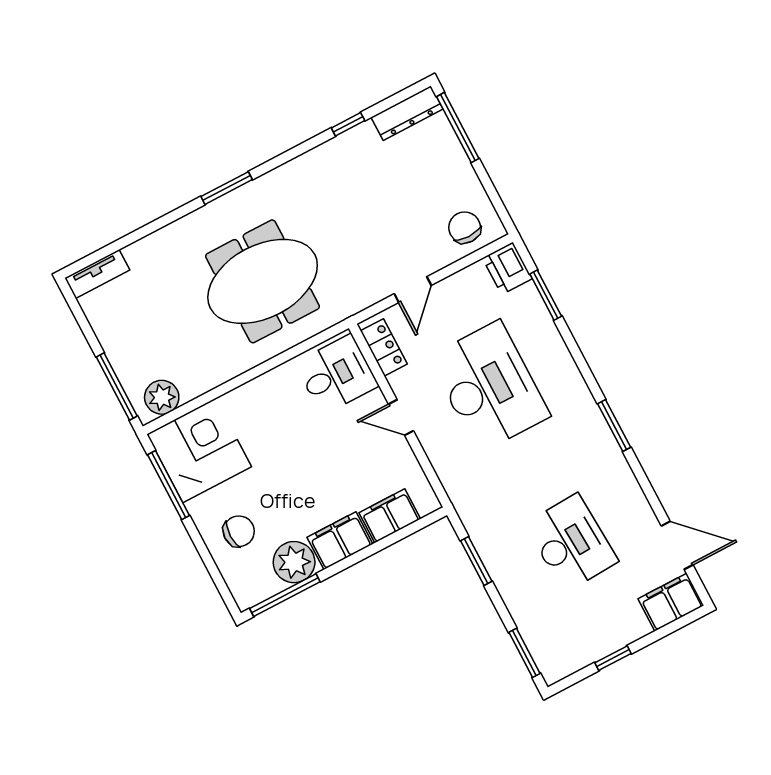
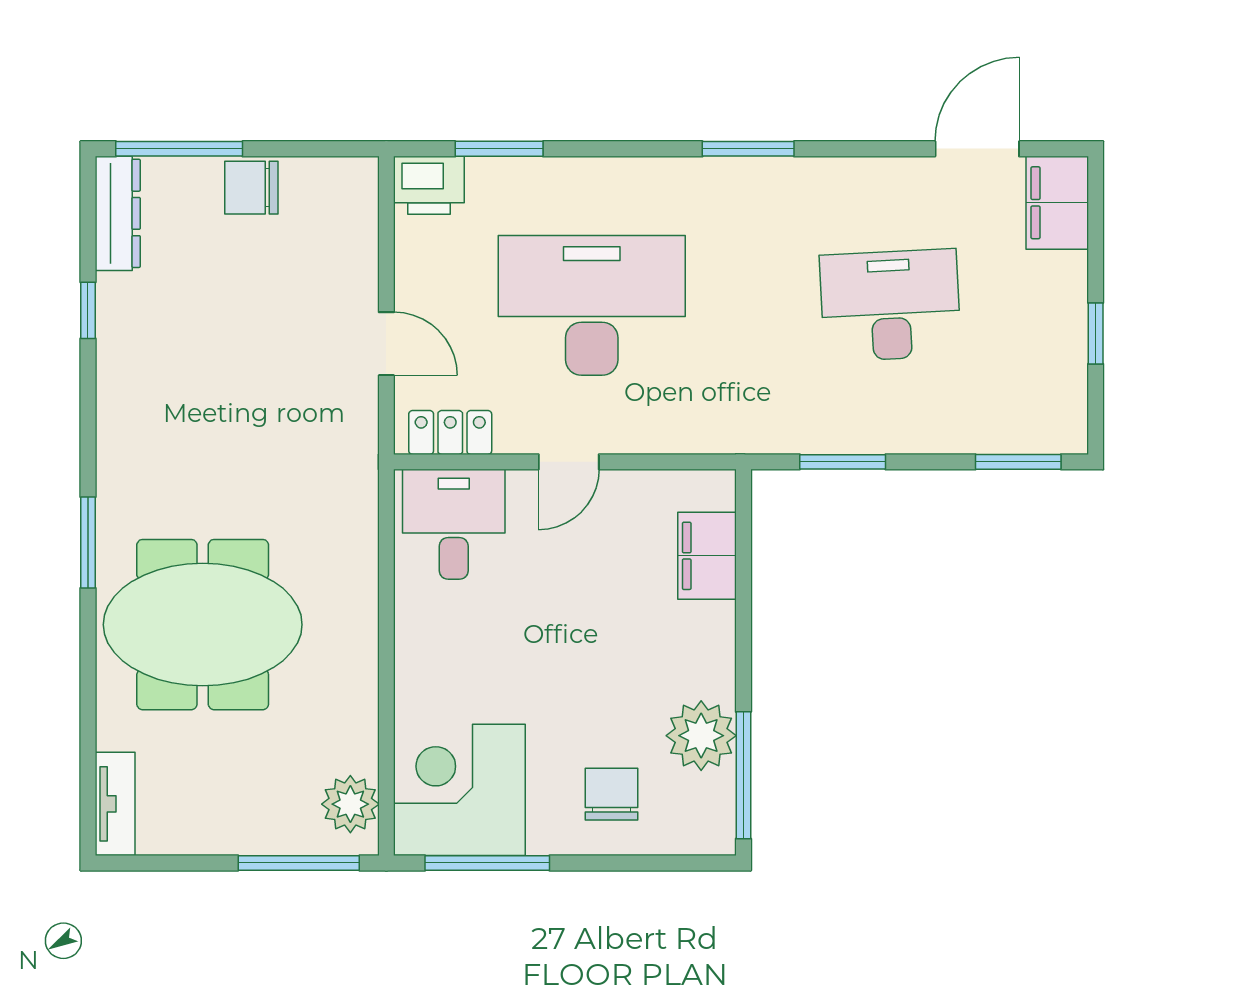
chair: (465, 228) -> (251, 188), moved
meeting table: (263, 281) -> (203, 625), moved, turned 90
filing cabinet: (340, 541) -> (705, 650), removed

